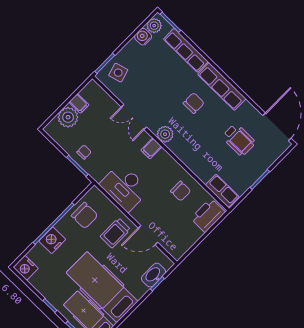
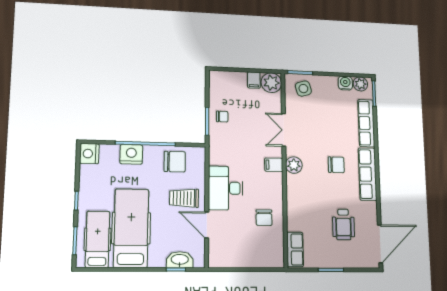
plant: (68, 117) -> (271, 83), moved
desk: (124, 187) -> (226, 188), moved
printer: (208, 215) -> (266, 257), removed
chair: (85, 216) -> (175, 162), turned -90

